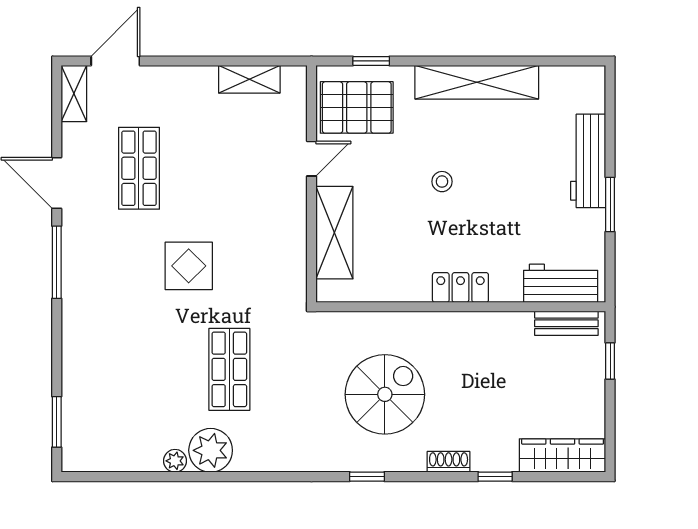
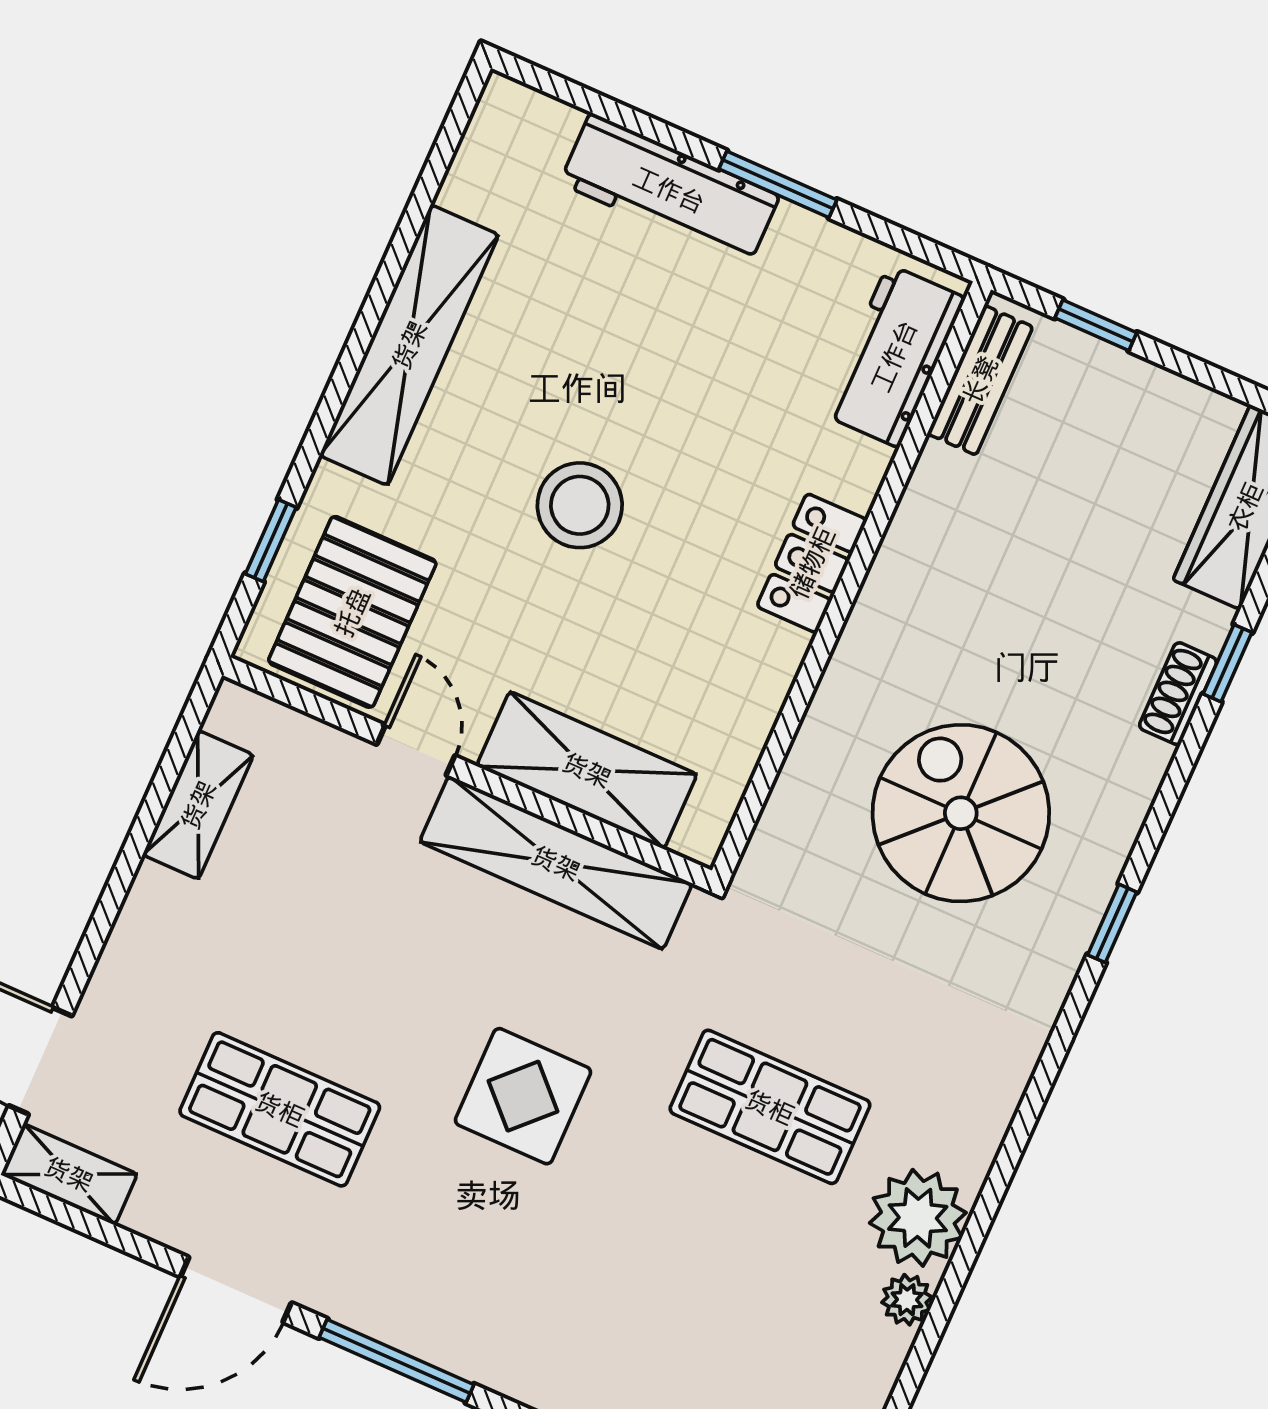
stool: (442, 182) -> (580, 505), width x1.89, depth x1.89
shelving: (291, 237) -> (556, 863), added
shoe rack: (449, 462) -> (1178, 694), moved

